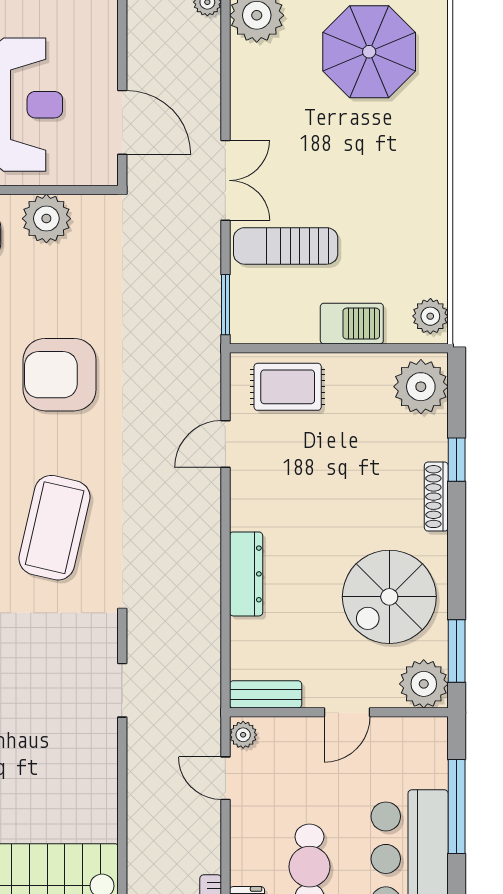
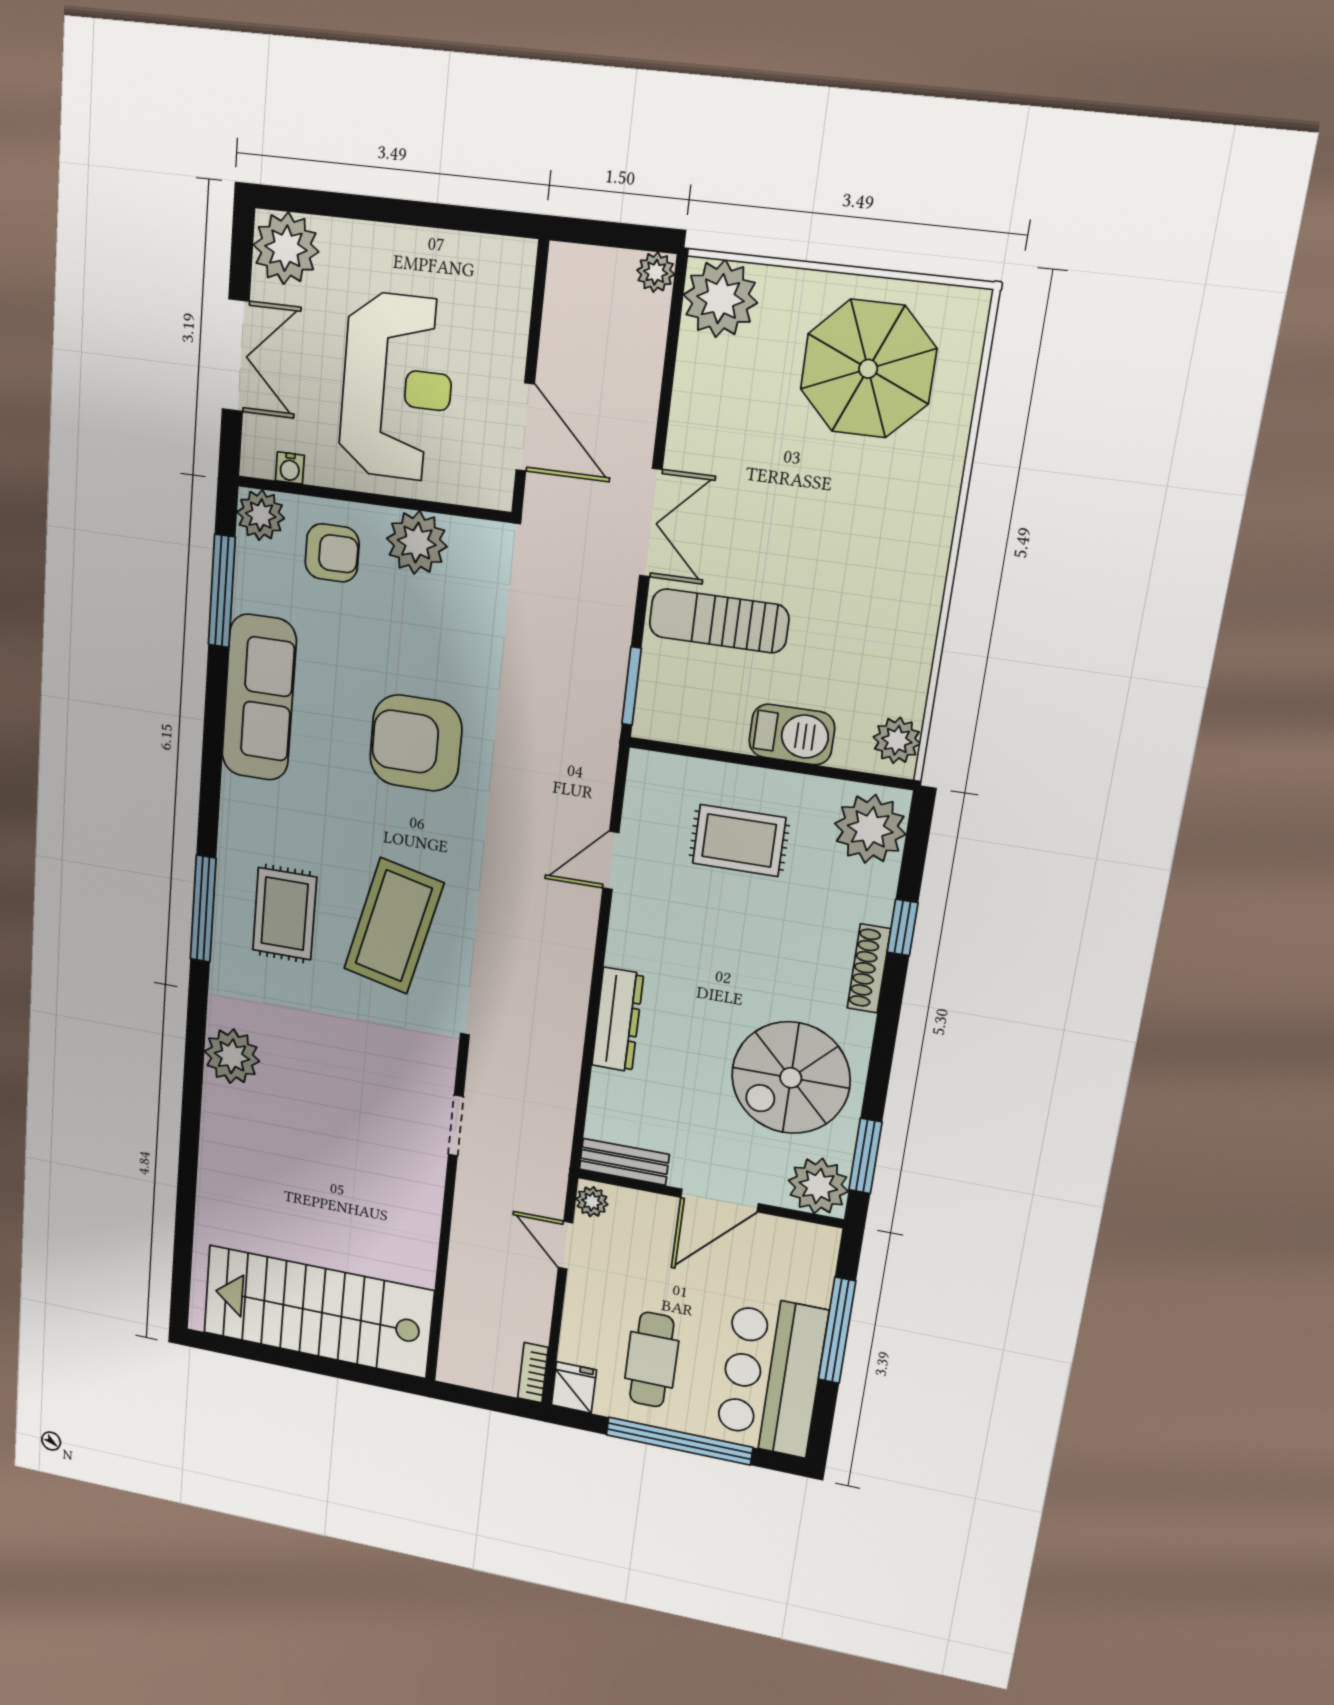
rug: (288, 387) -> (739, 841), moved
door: (347, 712) -> (720, 1200), width x1.38

